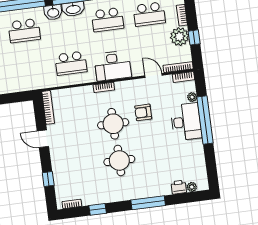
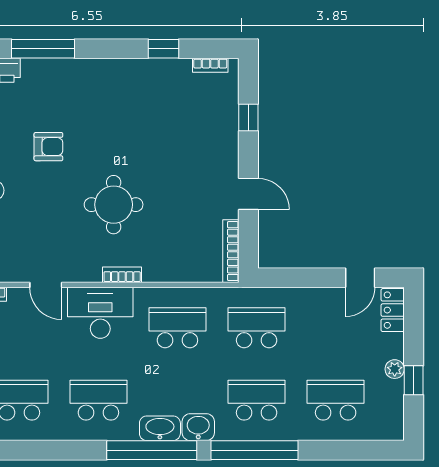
school desk: (29, 69) -> (257, 328), added
door: (154, 75) -> (46, 285), moved
armchair: (143, 112) -> (48, 147), moved
round table: (119, 161) -> (111, 135), removed
window: (148, 203) -> (43, 49), moved

